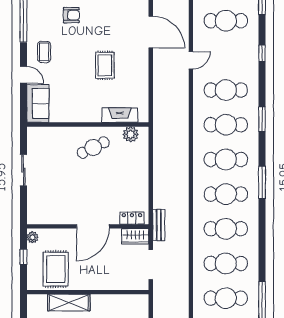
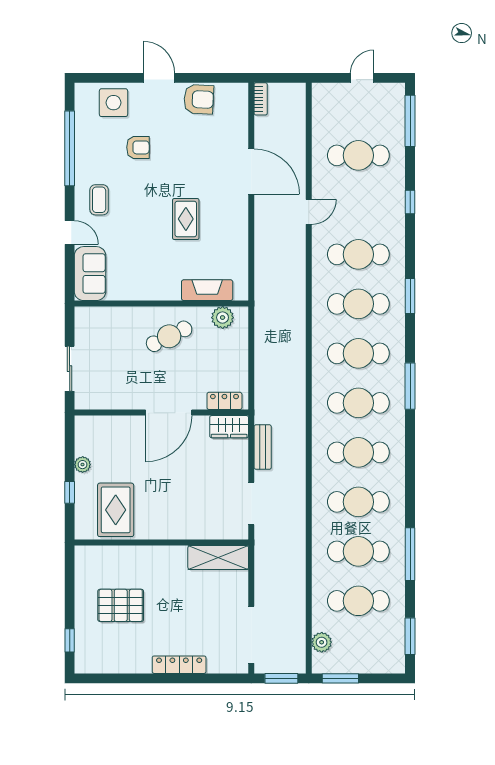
locker: (132, 218) -> (224, 401), moved
wall: (88, 226) -> (161, 413), moved
door: (93, 226) -> (169, 413), moved
wardrobe: (135, 236) -> (229, 427), moved
shelving: (69, 303) -> (218, 558), moved

